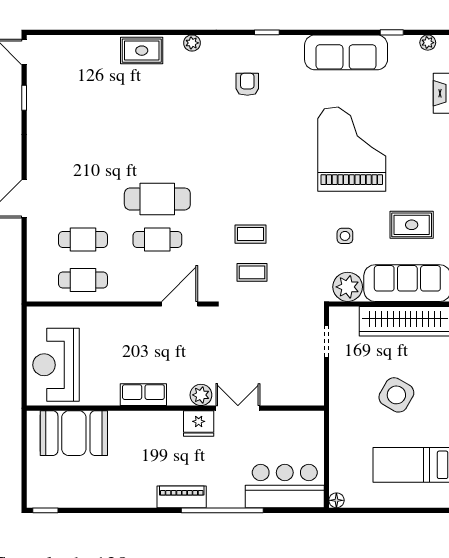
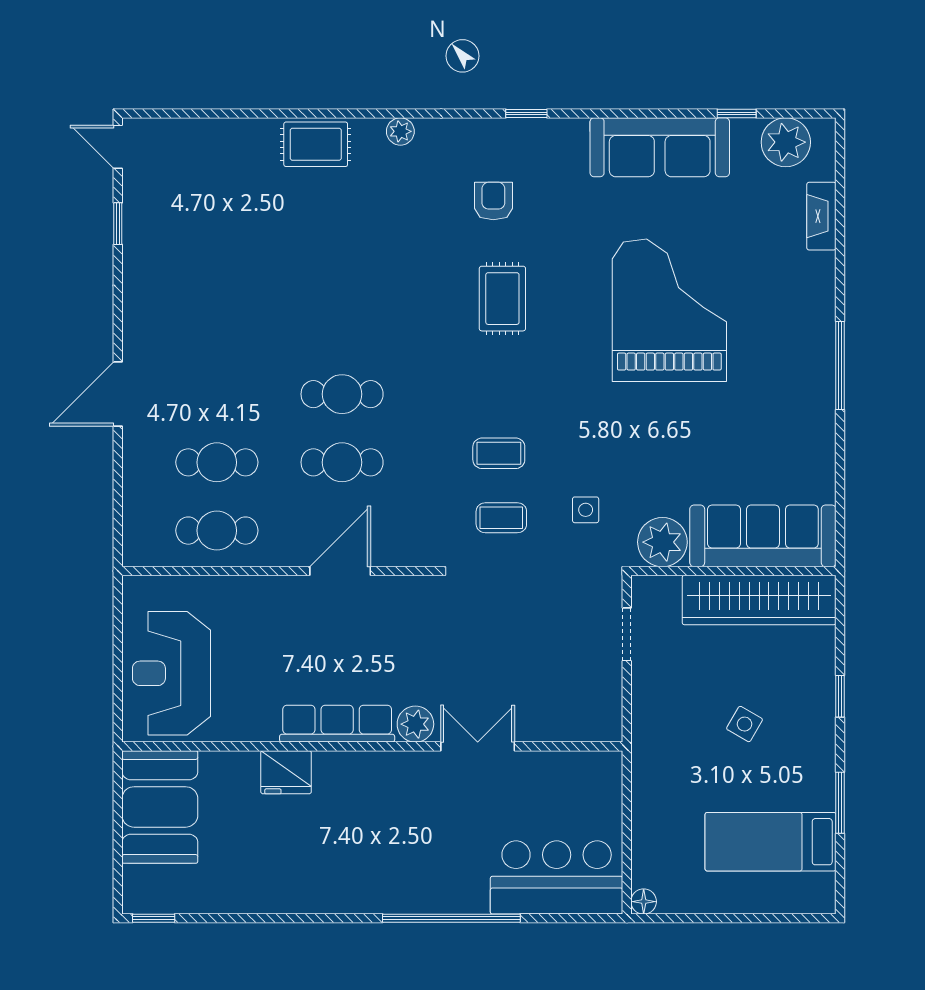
plant: (428, 43) -> (786, 142), width x1.88, depth x1.88
cafe table: (157, 199) -> (342, 394), width x0.73, depth x0.74
rug: (412, 225) -> (502, 299), moved, turned 90
side table: (345, 236) -> (586, 510), moved
door: (180, 304) -> (340, 571), moved
row of seats: (143, 395) -> (337, 724), width x1.48
side table: (396, 395) -> (745, 724), width x0.54, depth x0.54
fridge: (199, 424) -> (286, 772), moved
booth: (74, 433) -> (160, 807), moved, turned 90
piano: (182, 497) -> (383, 896), removed

